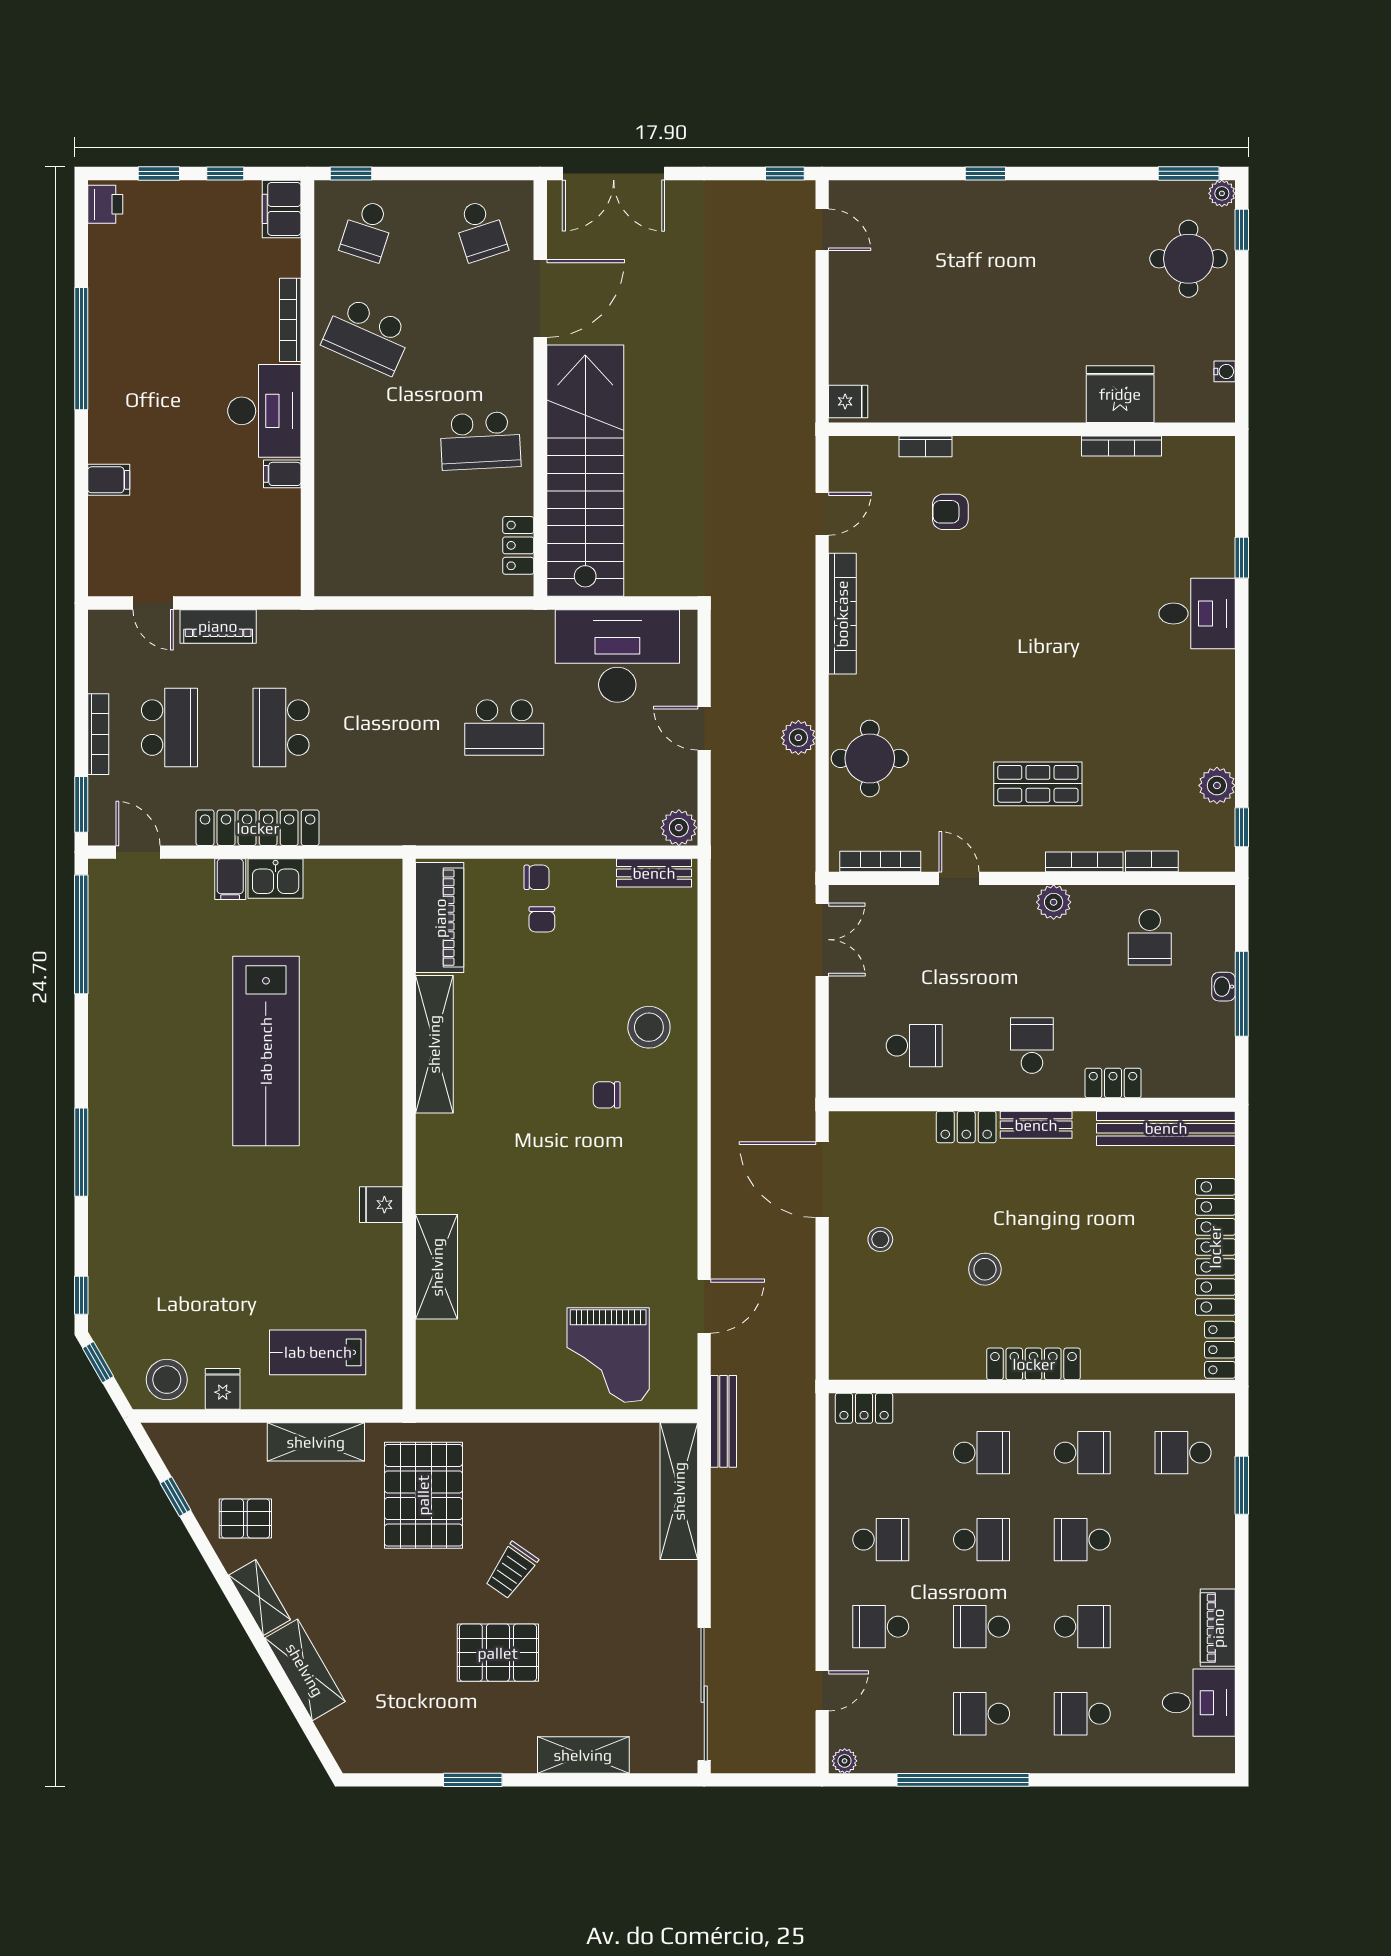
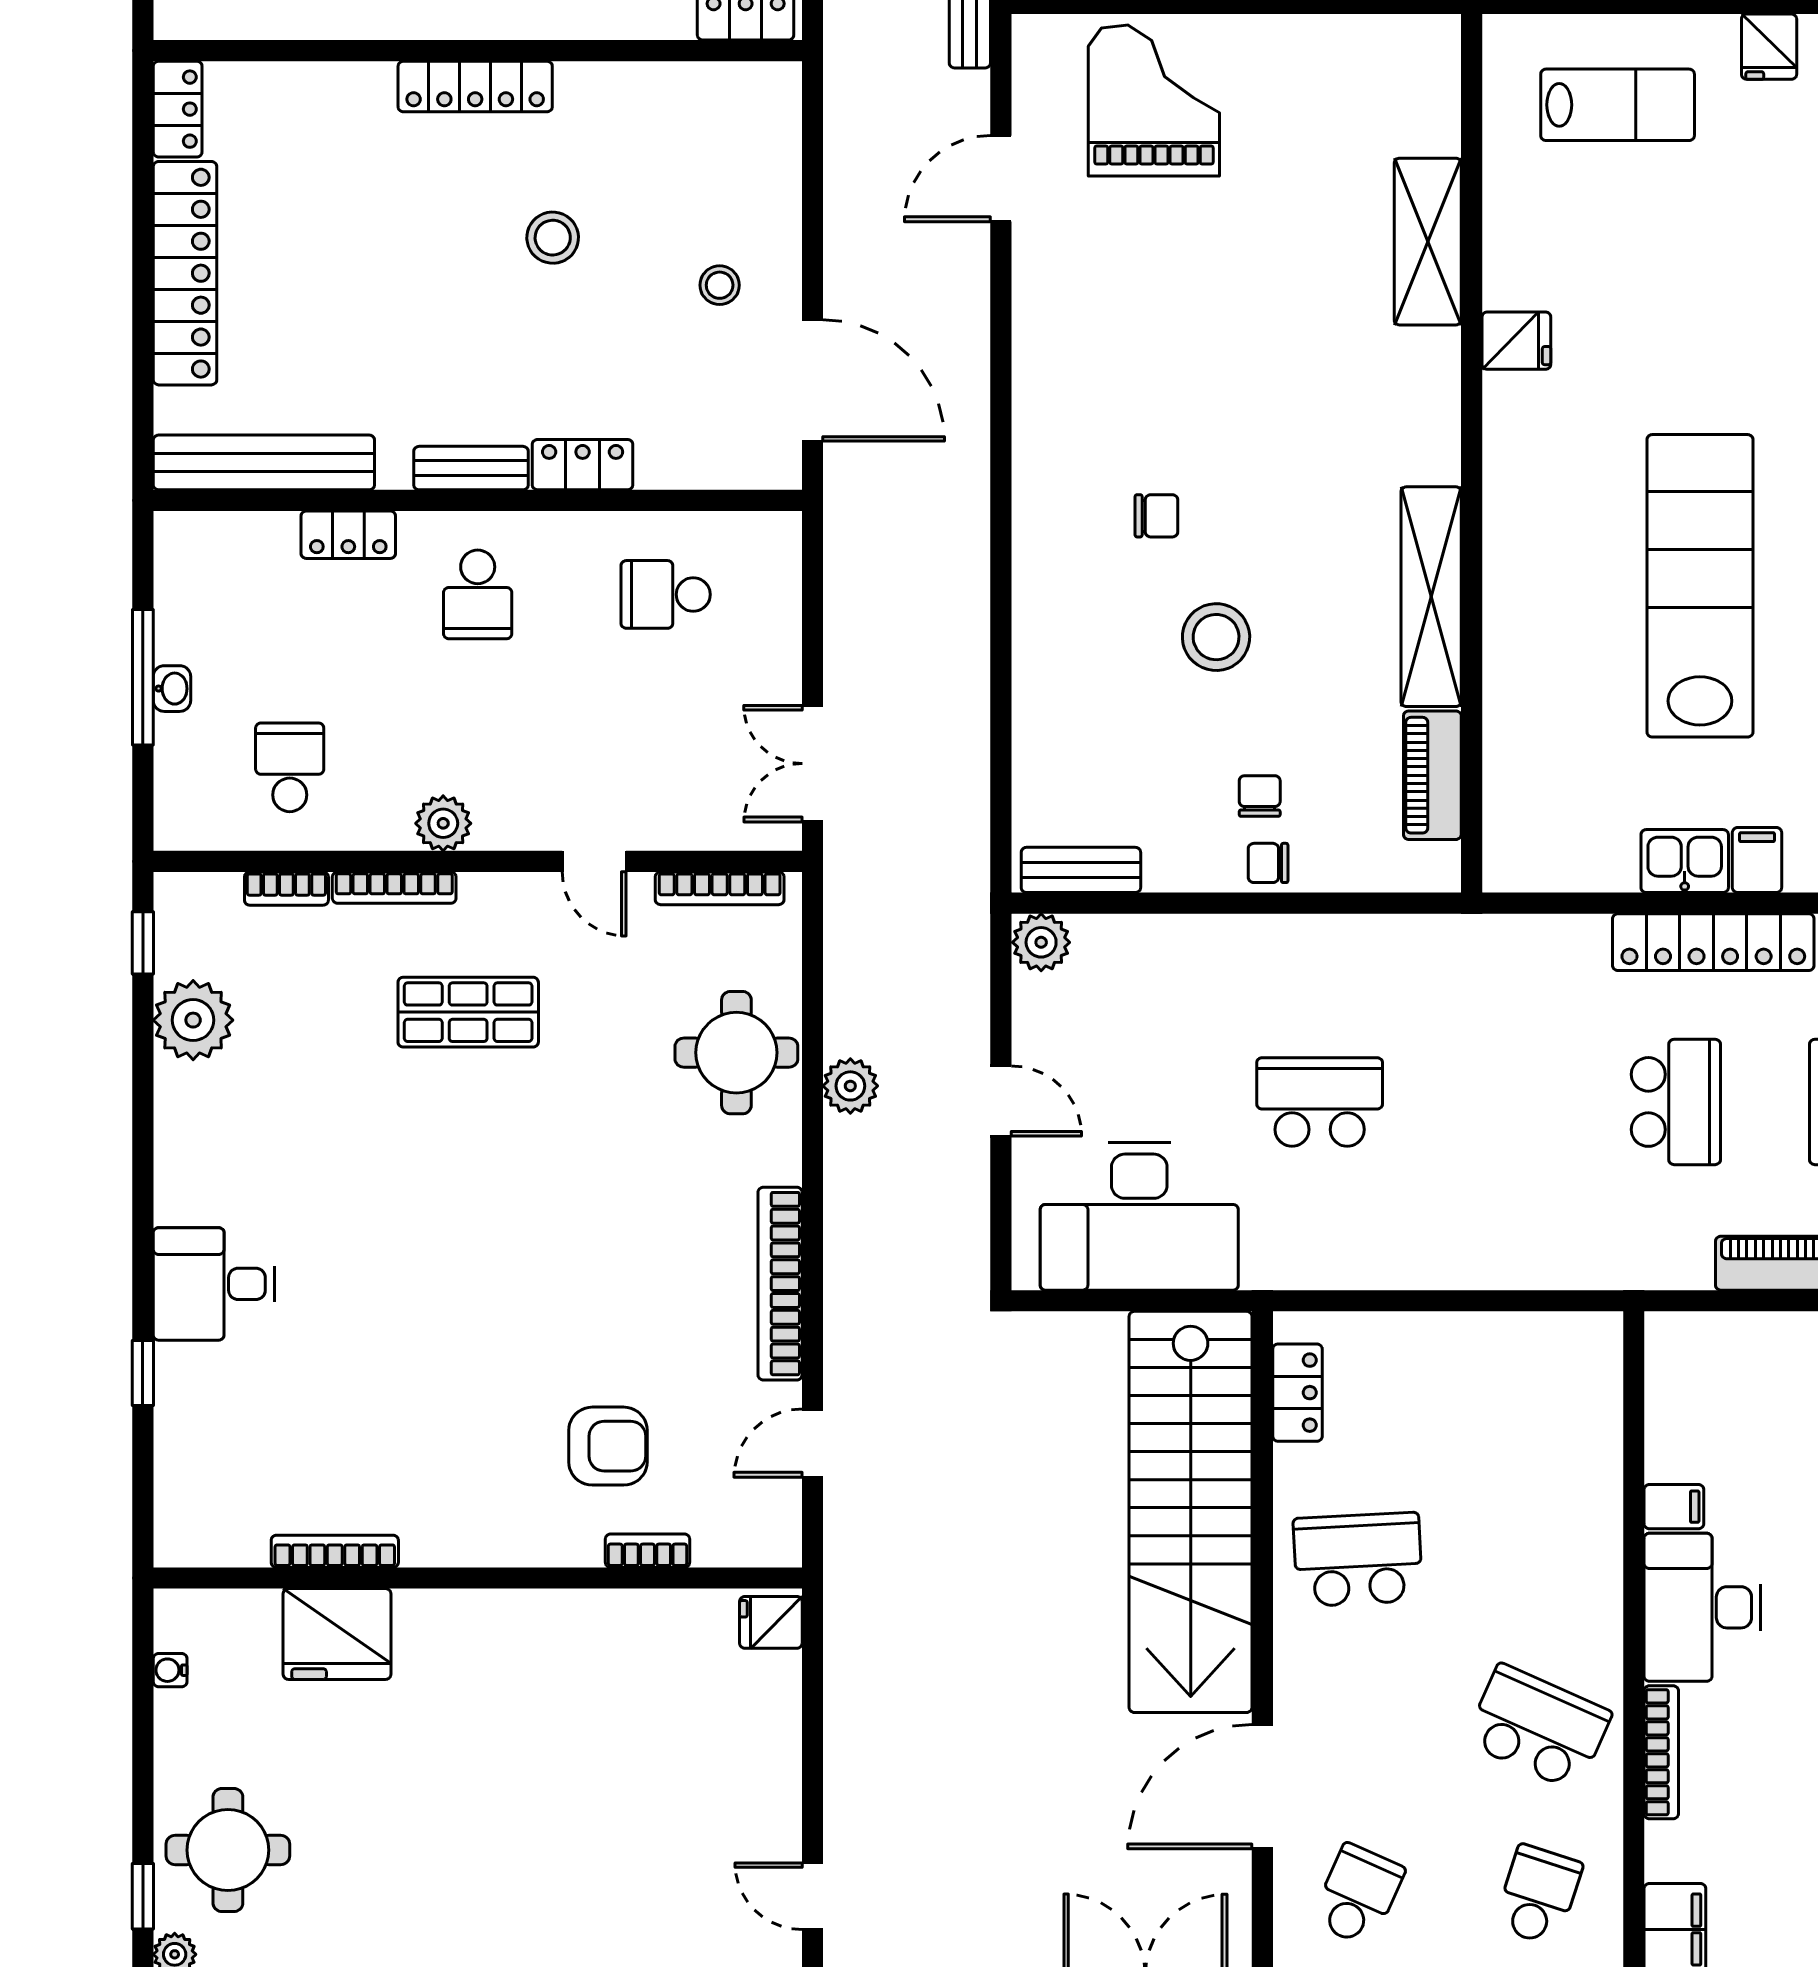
school desk: (480, 231) -> (1358, 1895), turned 42
armchair: (950, 512) -> (608, 1446), width x1.38, depth x1.38
plant: (1217, 785) -> (193, 1020), width x1.36, depth x1.36
piano: (440, 918) -> (1432, 775), width x0.73, depth x0.75
stool: (649, 1027) -> (1216, 637), moved

